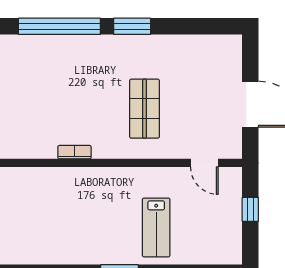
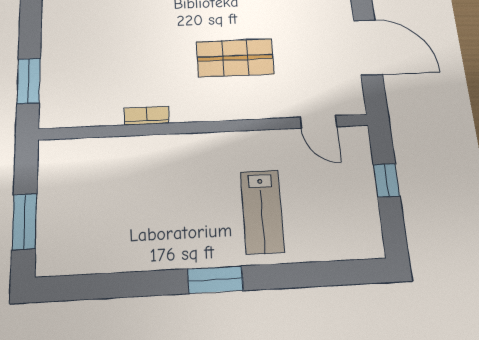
shop shelf: (145, 109) -> (235, 58), turned 90

